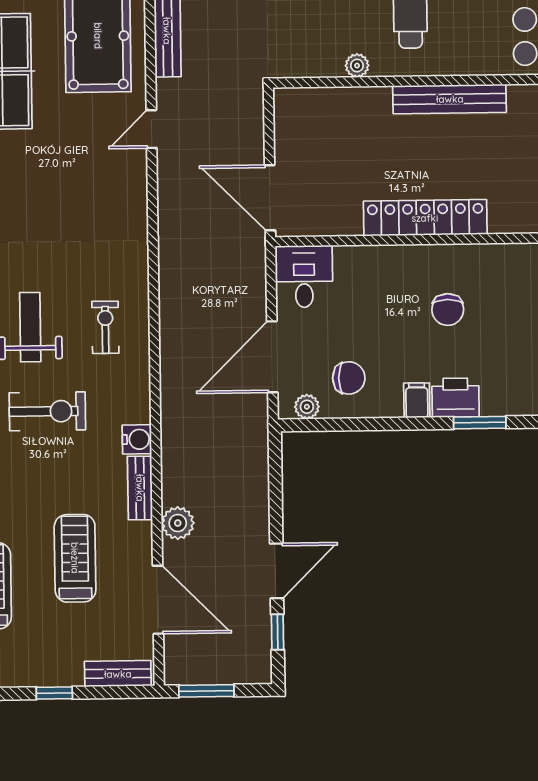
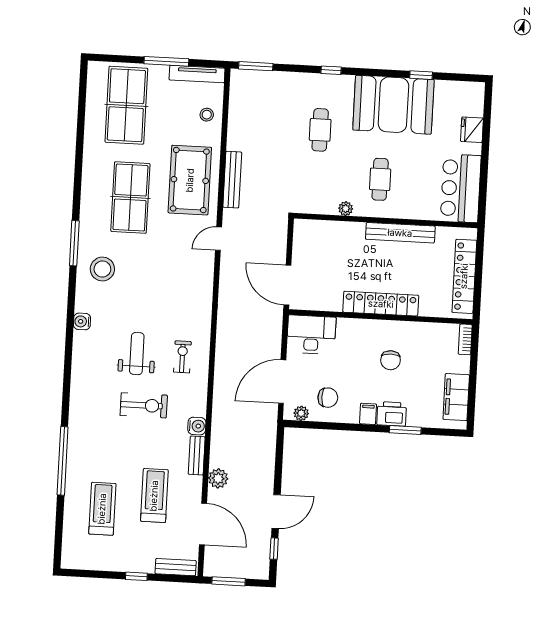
desk: (304, 276) -> (311, 335), width x1.37

